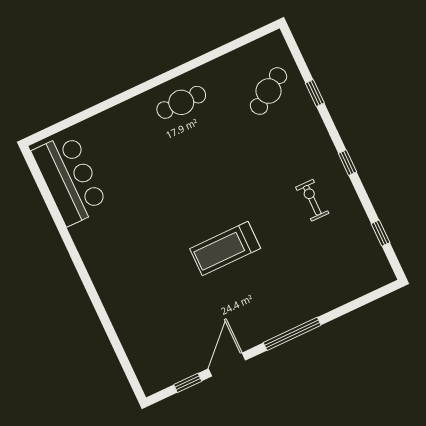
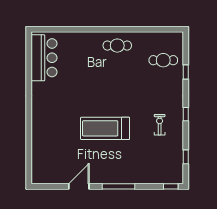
cafe table: (269, 91) -> (163, 60), turned 33
treadmill: (225, 249) -> (105, 128), width x1.37, depth x1.38
window: (188, 383) -> (171, 186), moved

